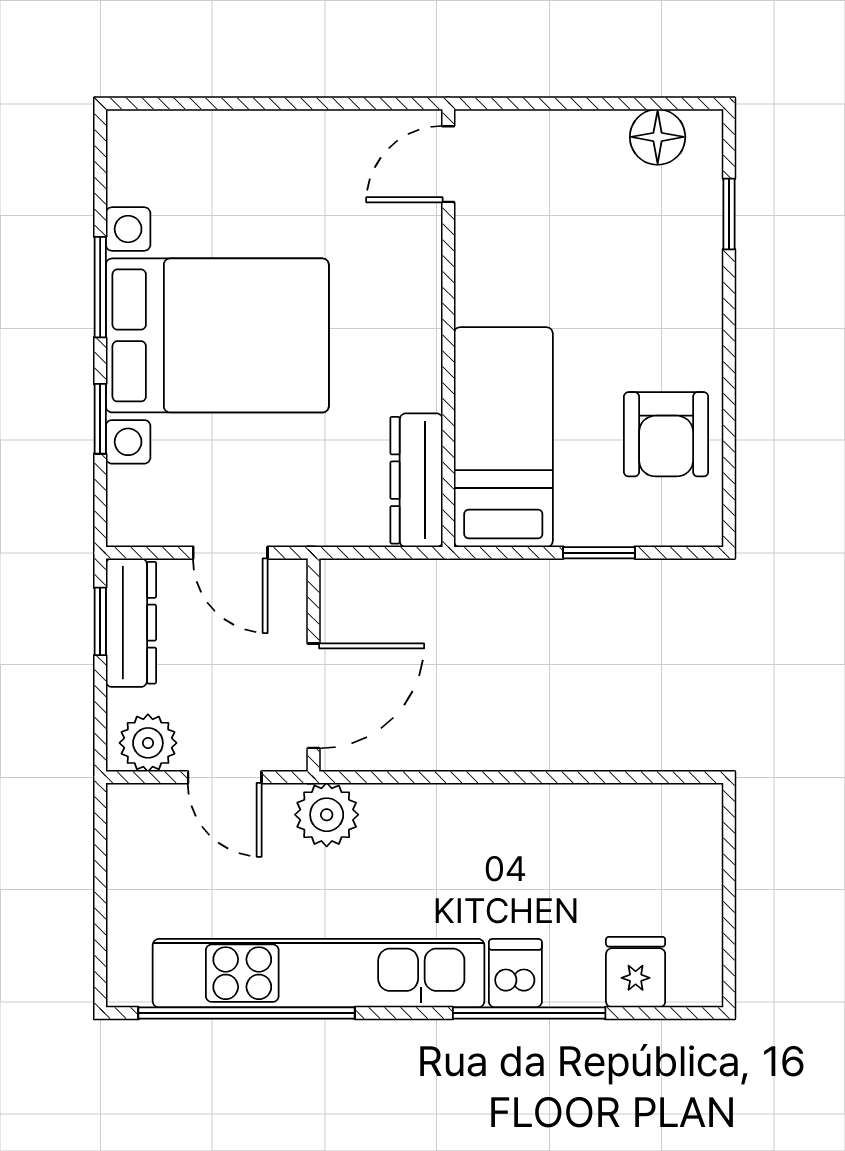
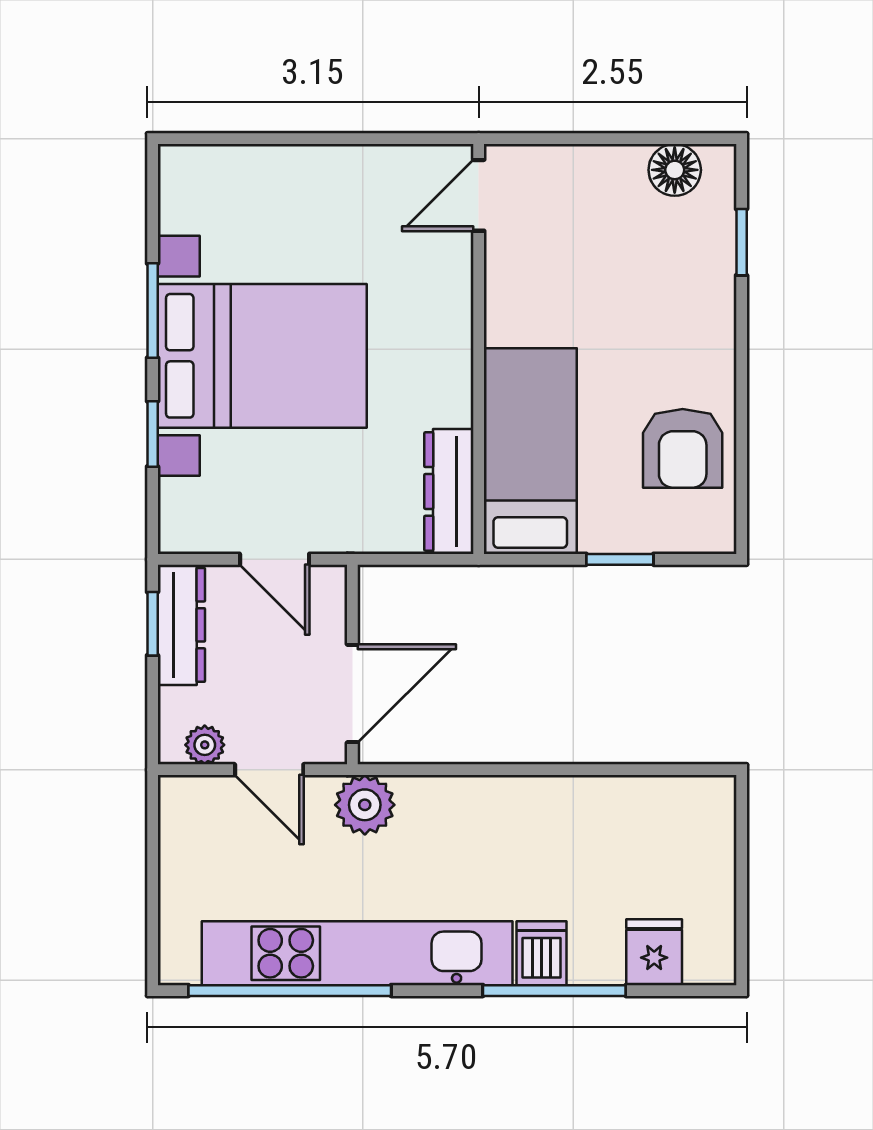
plant: (148, 743) -> (205, 745), width x0.73, depth x0.73

